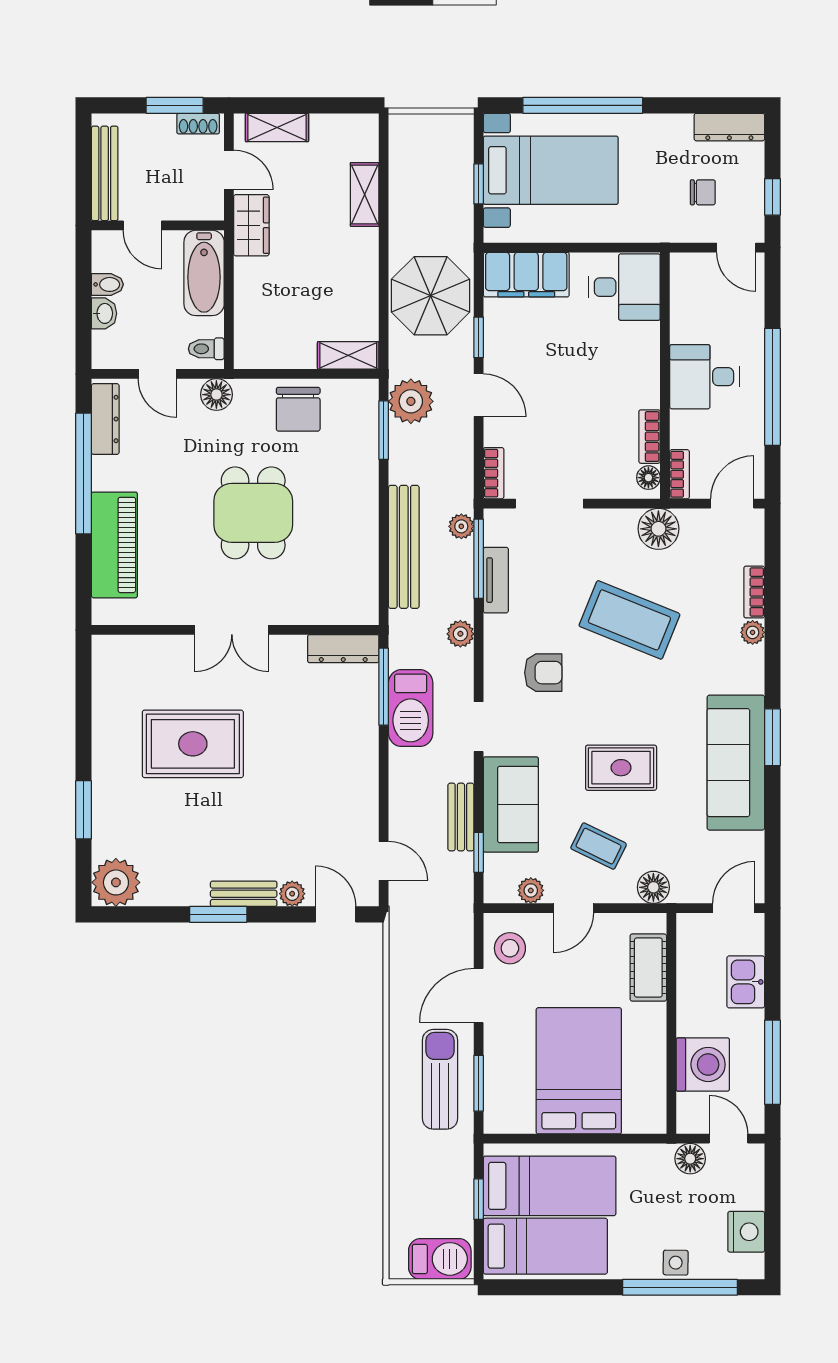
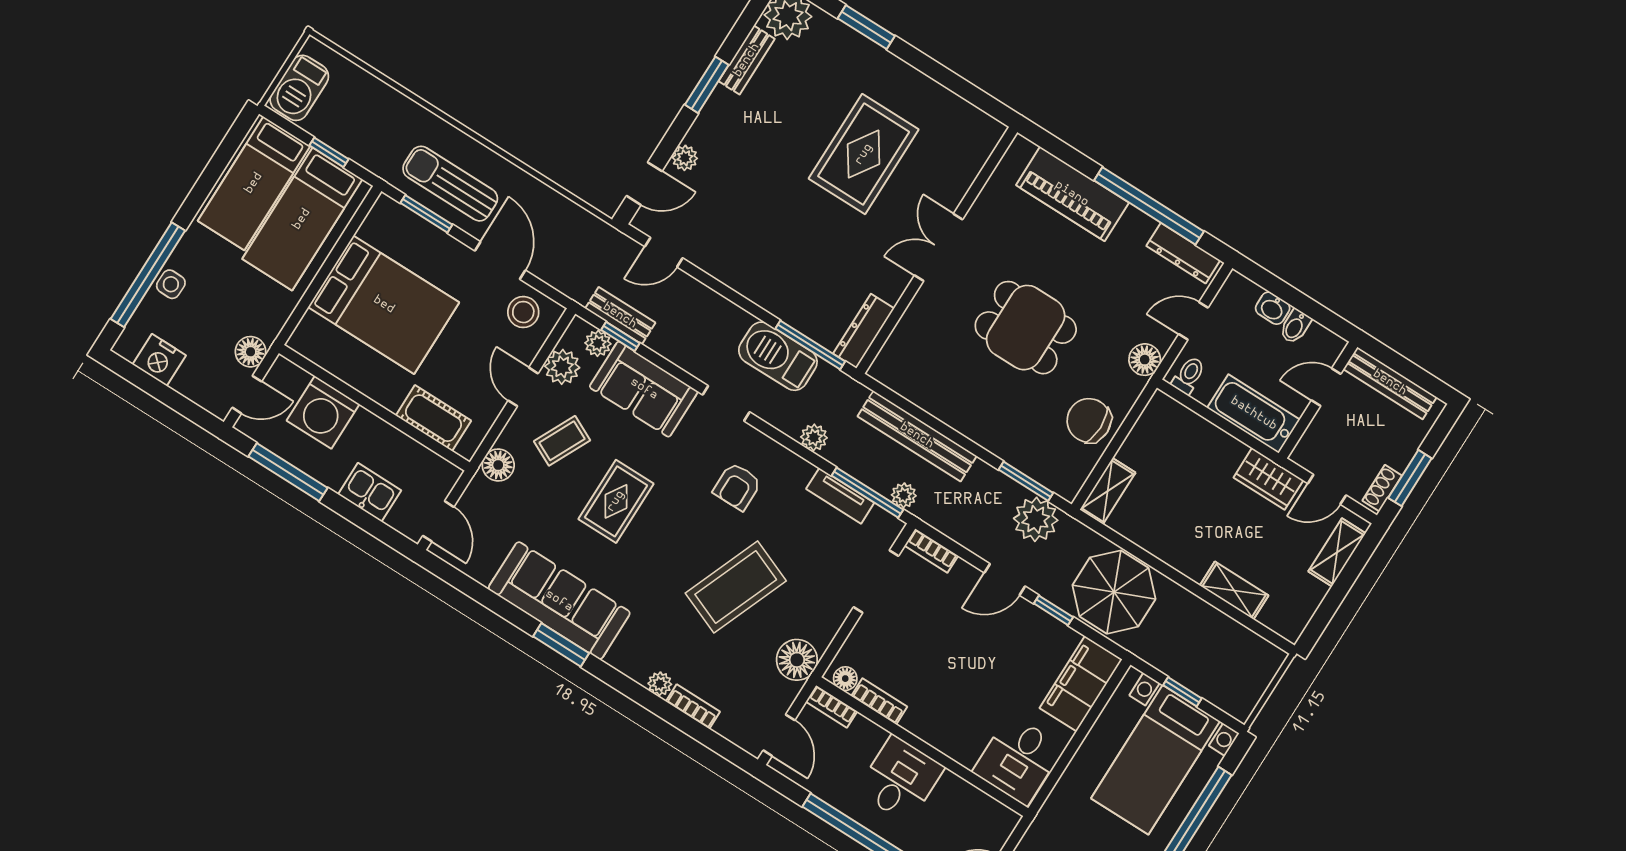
bench: (461, 817) -> (620, 316), moved
plant: (496, 868) -> (598, 343), added
plant: (531, 890) -> (562, 367), width x1.38, depth x1.38
bench: (244, 894) -> (747, 60), moved
sun lounger: (440, 1079) -> (450, 184), turned 180

